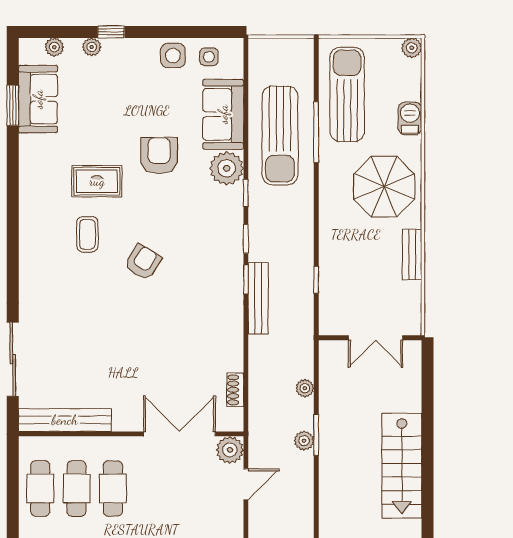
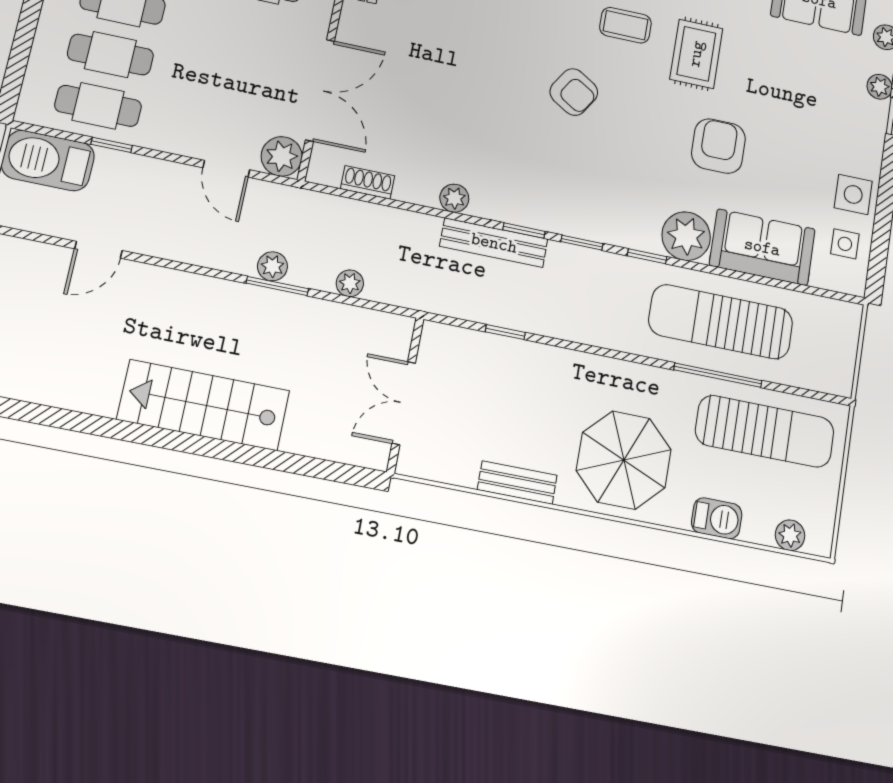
plant: (412, 48) -> (790, 535), moved
armchair: (159, 156) -> (718, 146), turned -90
plant: (234, 330) -> (454, 198), added

